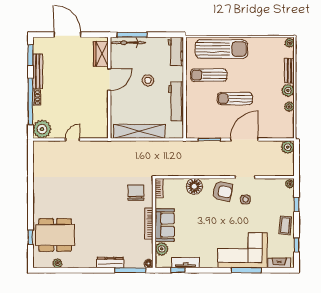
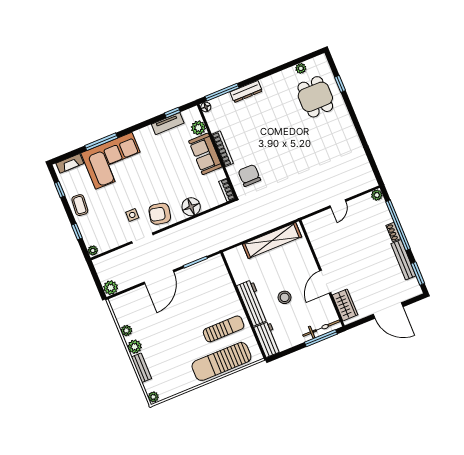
sun lounger: (235, 99) -> (186, 316), removed
workbench: (176, 101) -> (253, 303), moved
plant: (42, 129) -> (377, 195), width x0.53, depth x0.53
chair: (136, 193) -> (249, 175), turned 180
dining table: (55, 235) -> (315, 97), width x0.73

